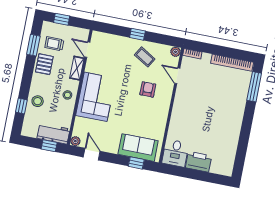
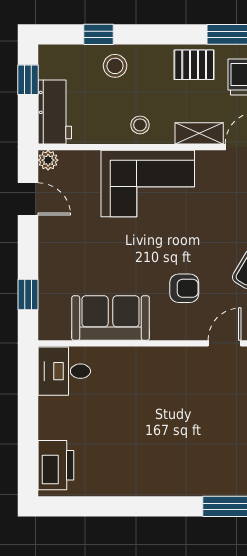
window: (49, 146) -> (28, 80), moved
sofa: (138, 148) -> (111, 318), moved, turned -90
door: (92, 154) -> (28, 199), hinge flipped
printer: (198, 162) -> (56, 465), moved

